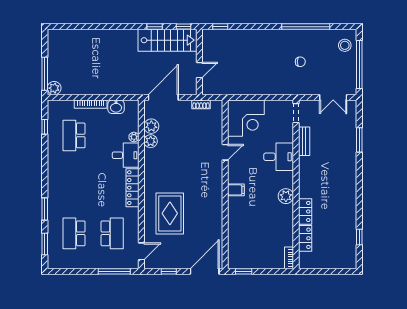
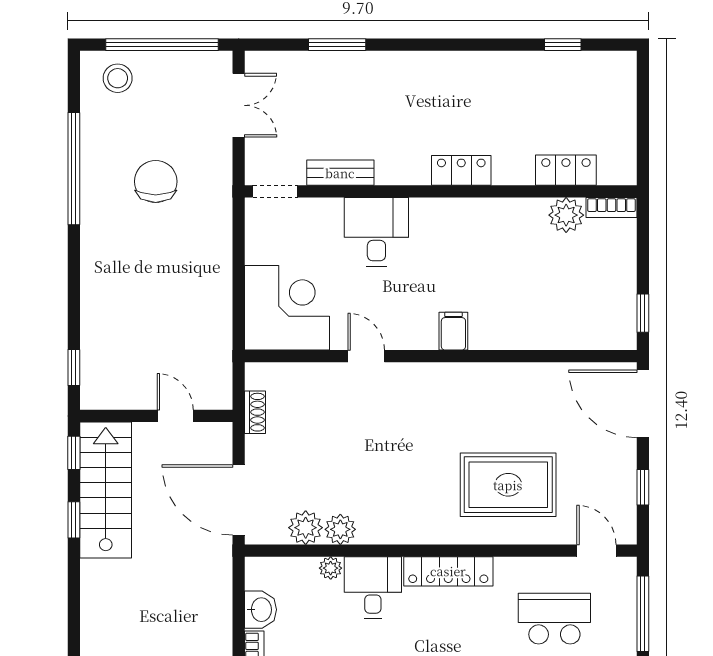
chair: (300, 62) -> (156, 181), width x1.87, depth x1.87
plant: (286, 196) -> (566, 215), moved
locker: (305, 211) -> (461, 170), moved

